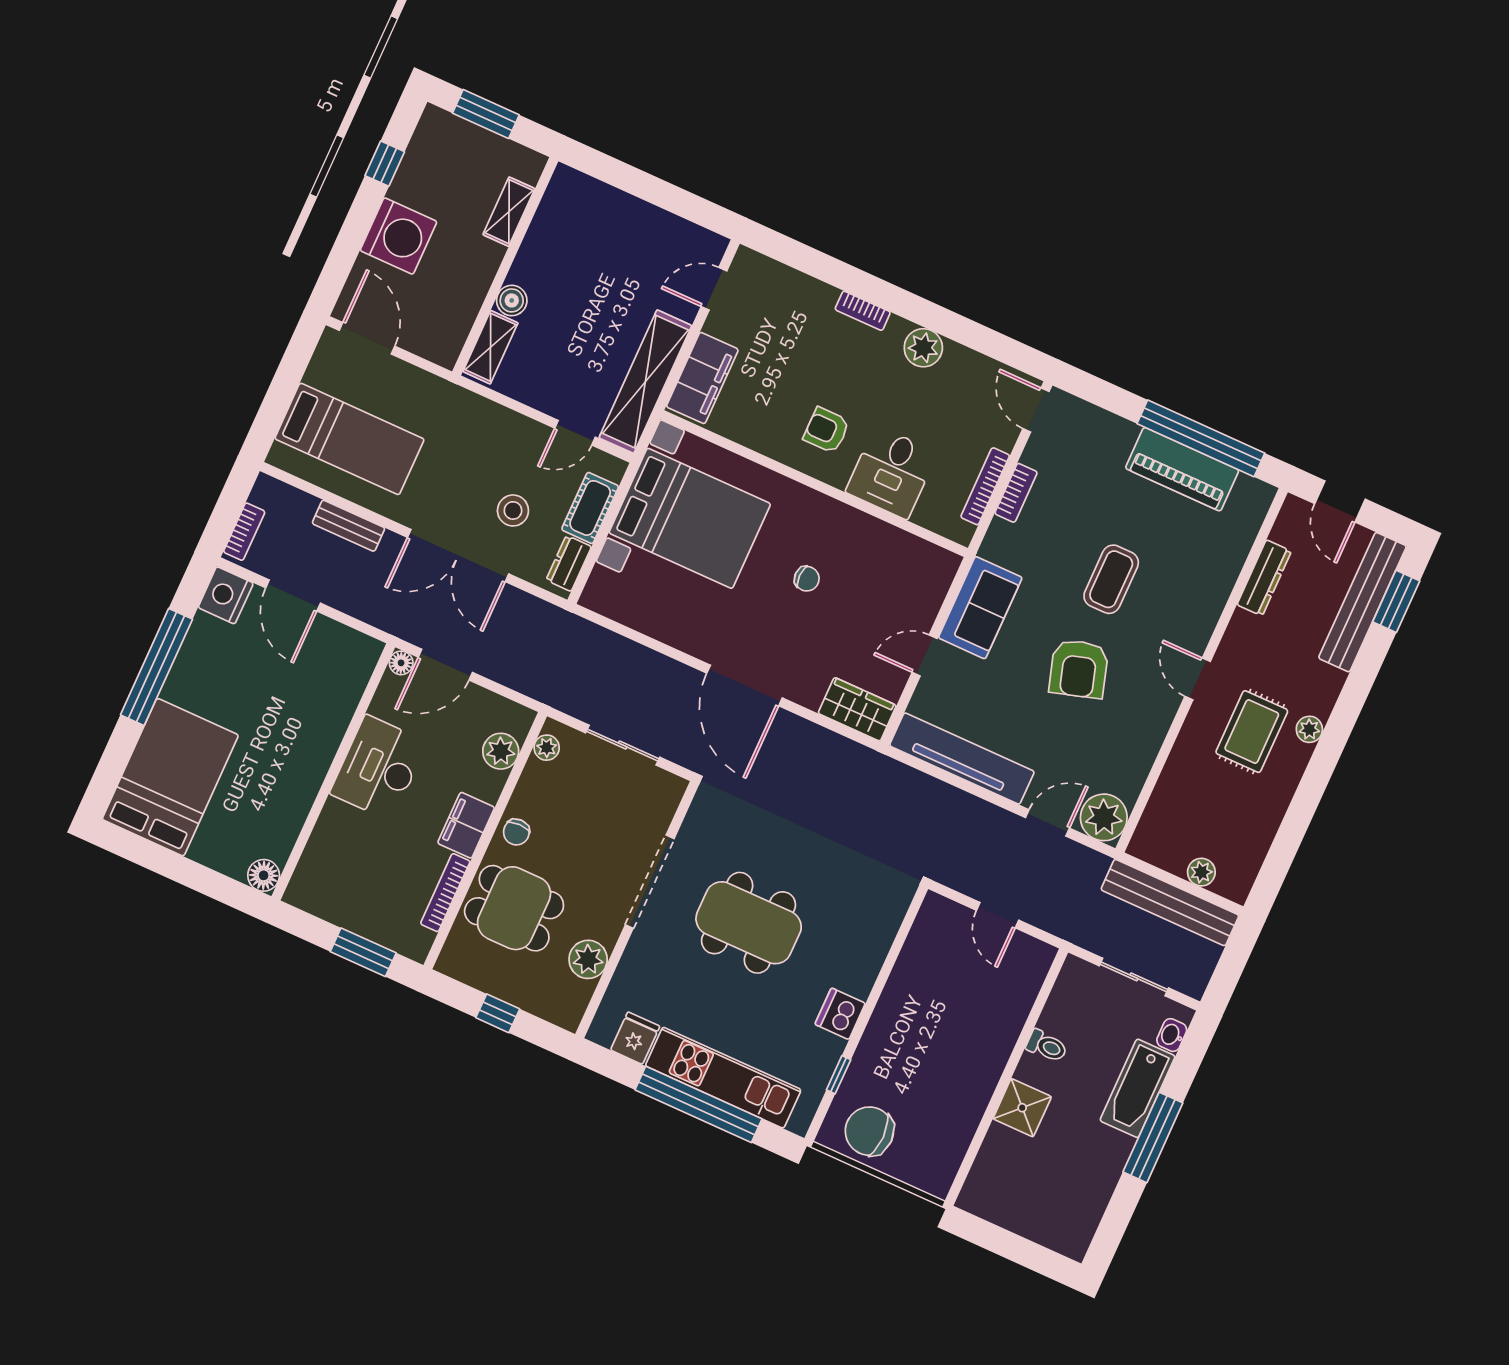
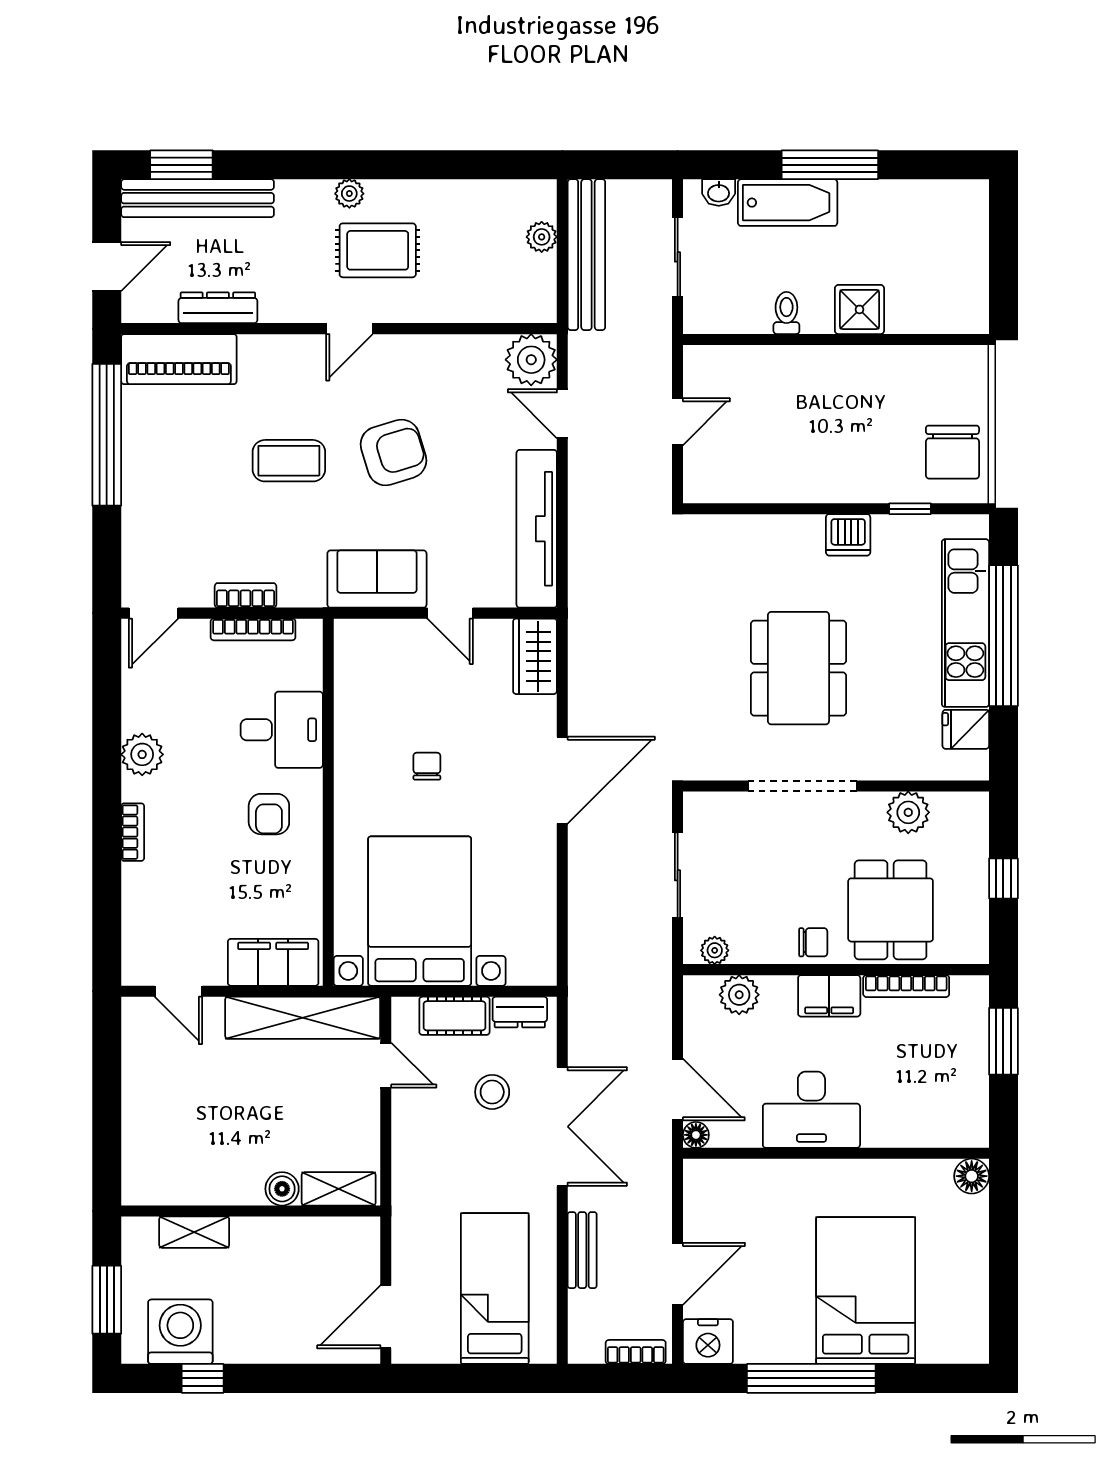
washing machine: (398, 236) -> (180, 1332), moved
piano: (1182, 469) -> (179, 359), moved, turned 90
bed: (170, 777) -> (866, 1291), moved, turned 90

